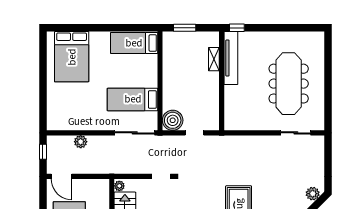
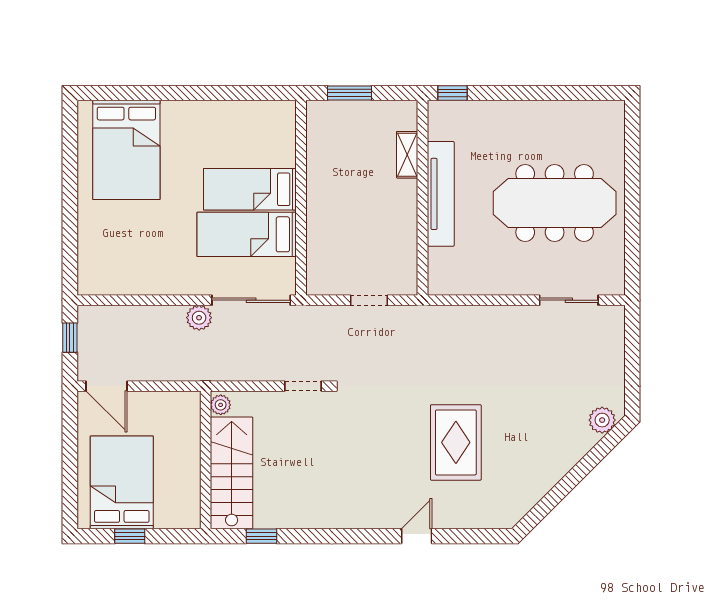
bed: (134, 43) -> (250, 189), moved
tv unit: (231, 58) -> (441, 194), moved
meeting table: (289, 84) -> (555, 203), turned 90
boiler: (173, 120) -> (326, 275), removed
plant: (81, 142) -> (199, 318), moved

